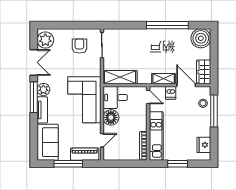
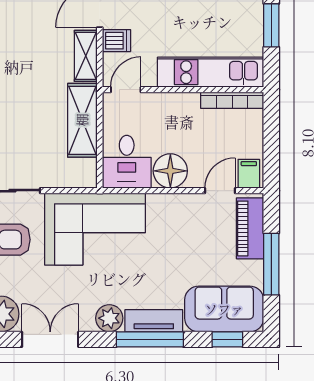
shelving: (120, 77) -> (82, 120), moved
window: (34, 97) -> (150, 339), moved
corner sofa: (84, 100) -> (95, 229), moved
door: (102, 140) -> (220, 191), hinge flipped
window: (34, 144) -> (227, 339), added
filing cabinet: (110, 153) -> (249, 174), added

